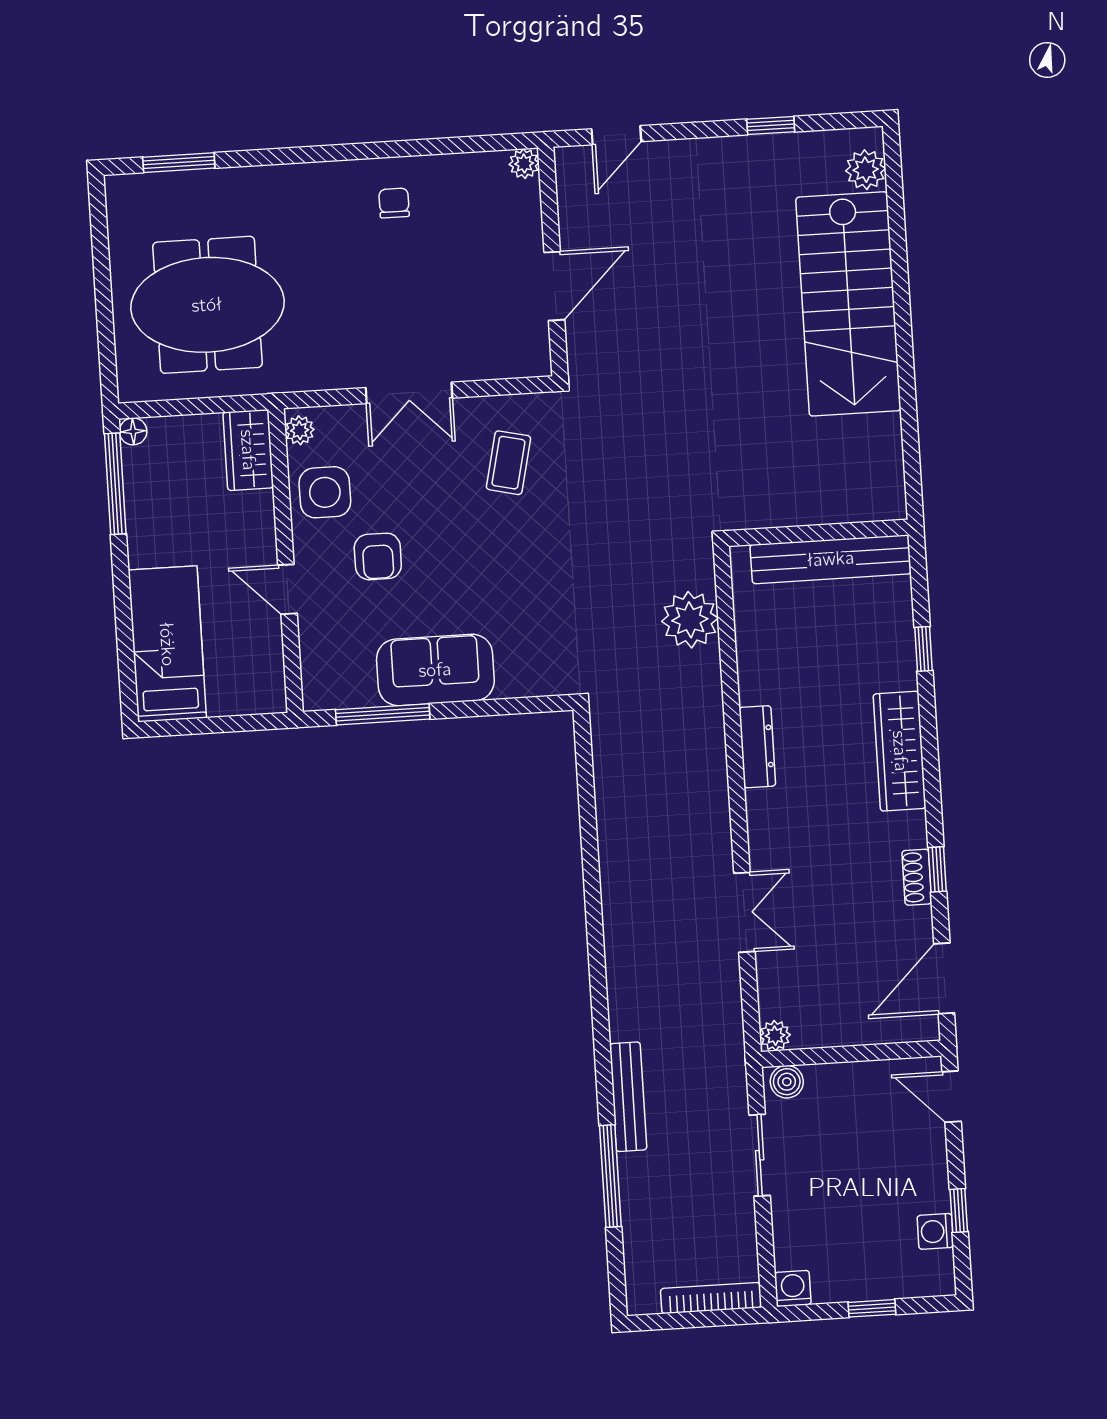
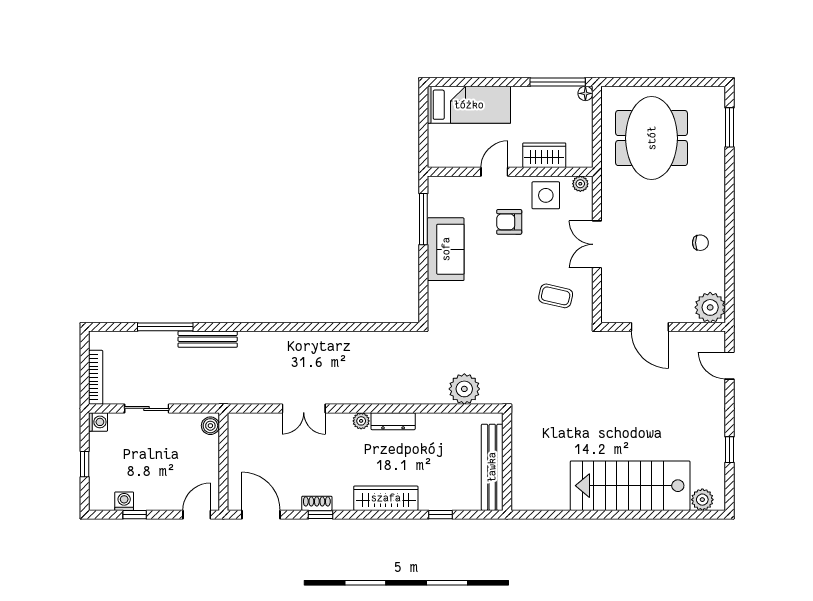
plant: (524, 164) -> (710, 307), width x1.87, depth x1.87
wardrobe: (248, 450) -> (544, 155), moved
plant: (775, 1036) -> (361, 421), moved
sliding door: (760, 1155) -> (147, 408), moved

